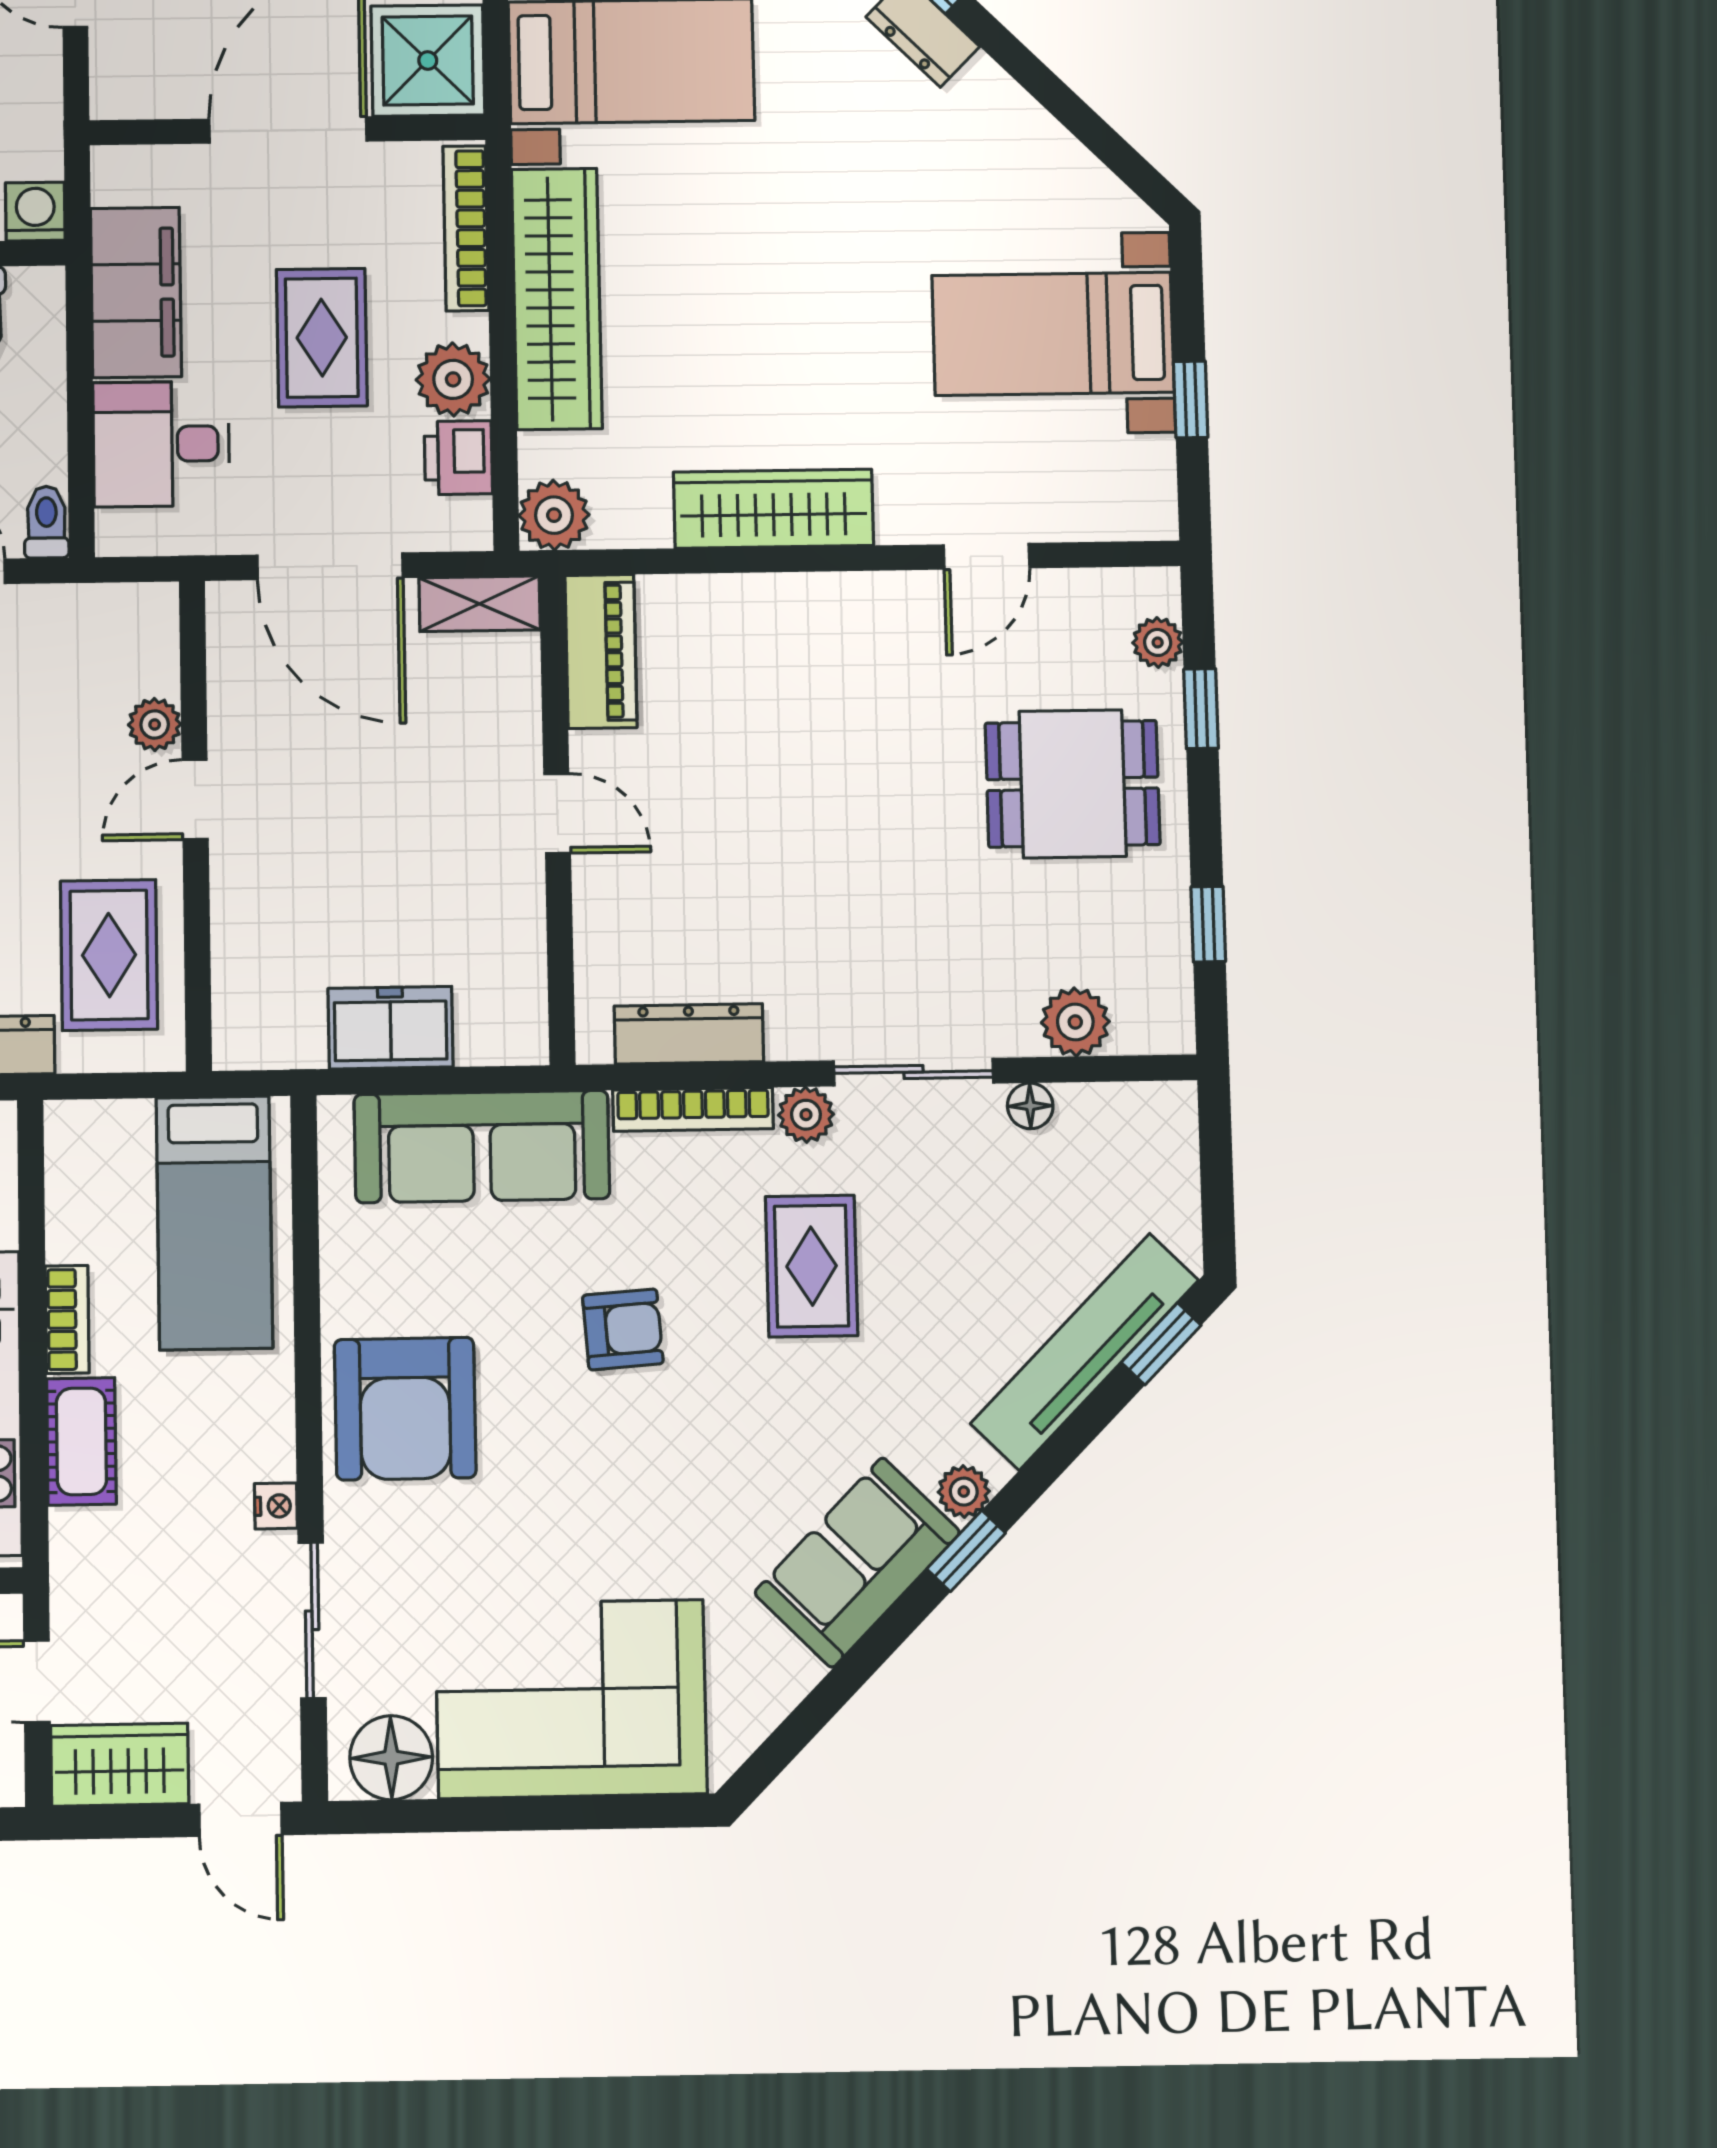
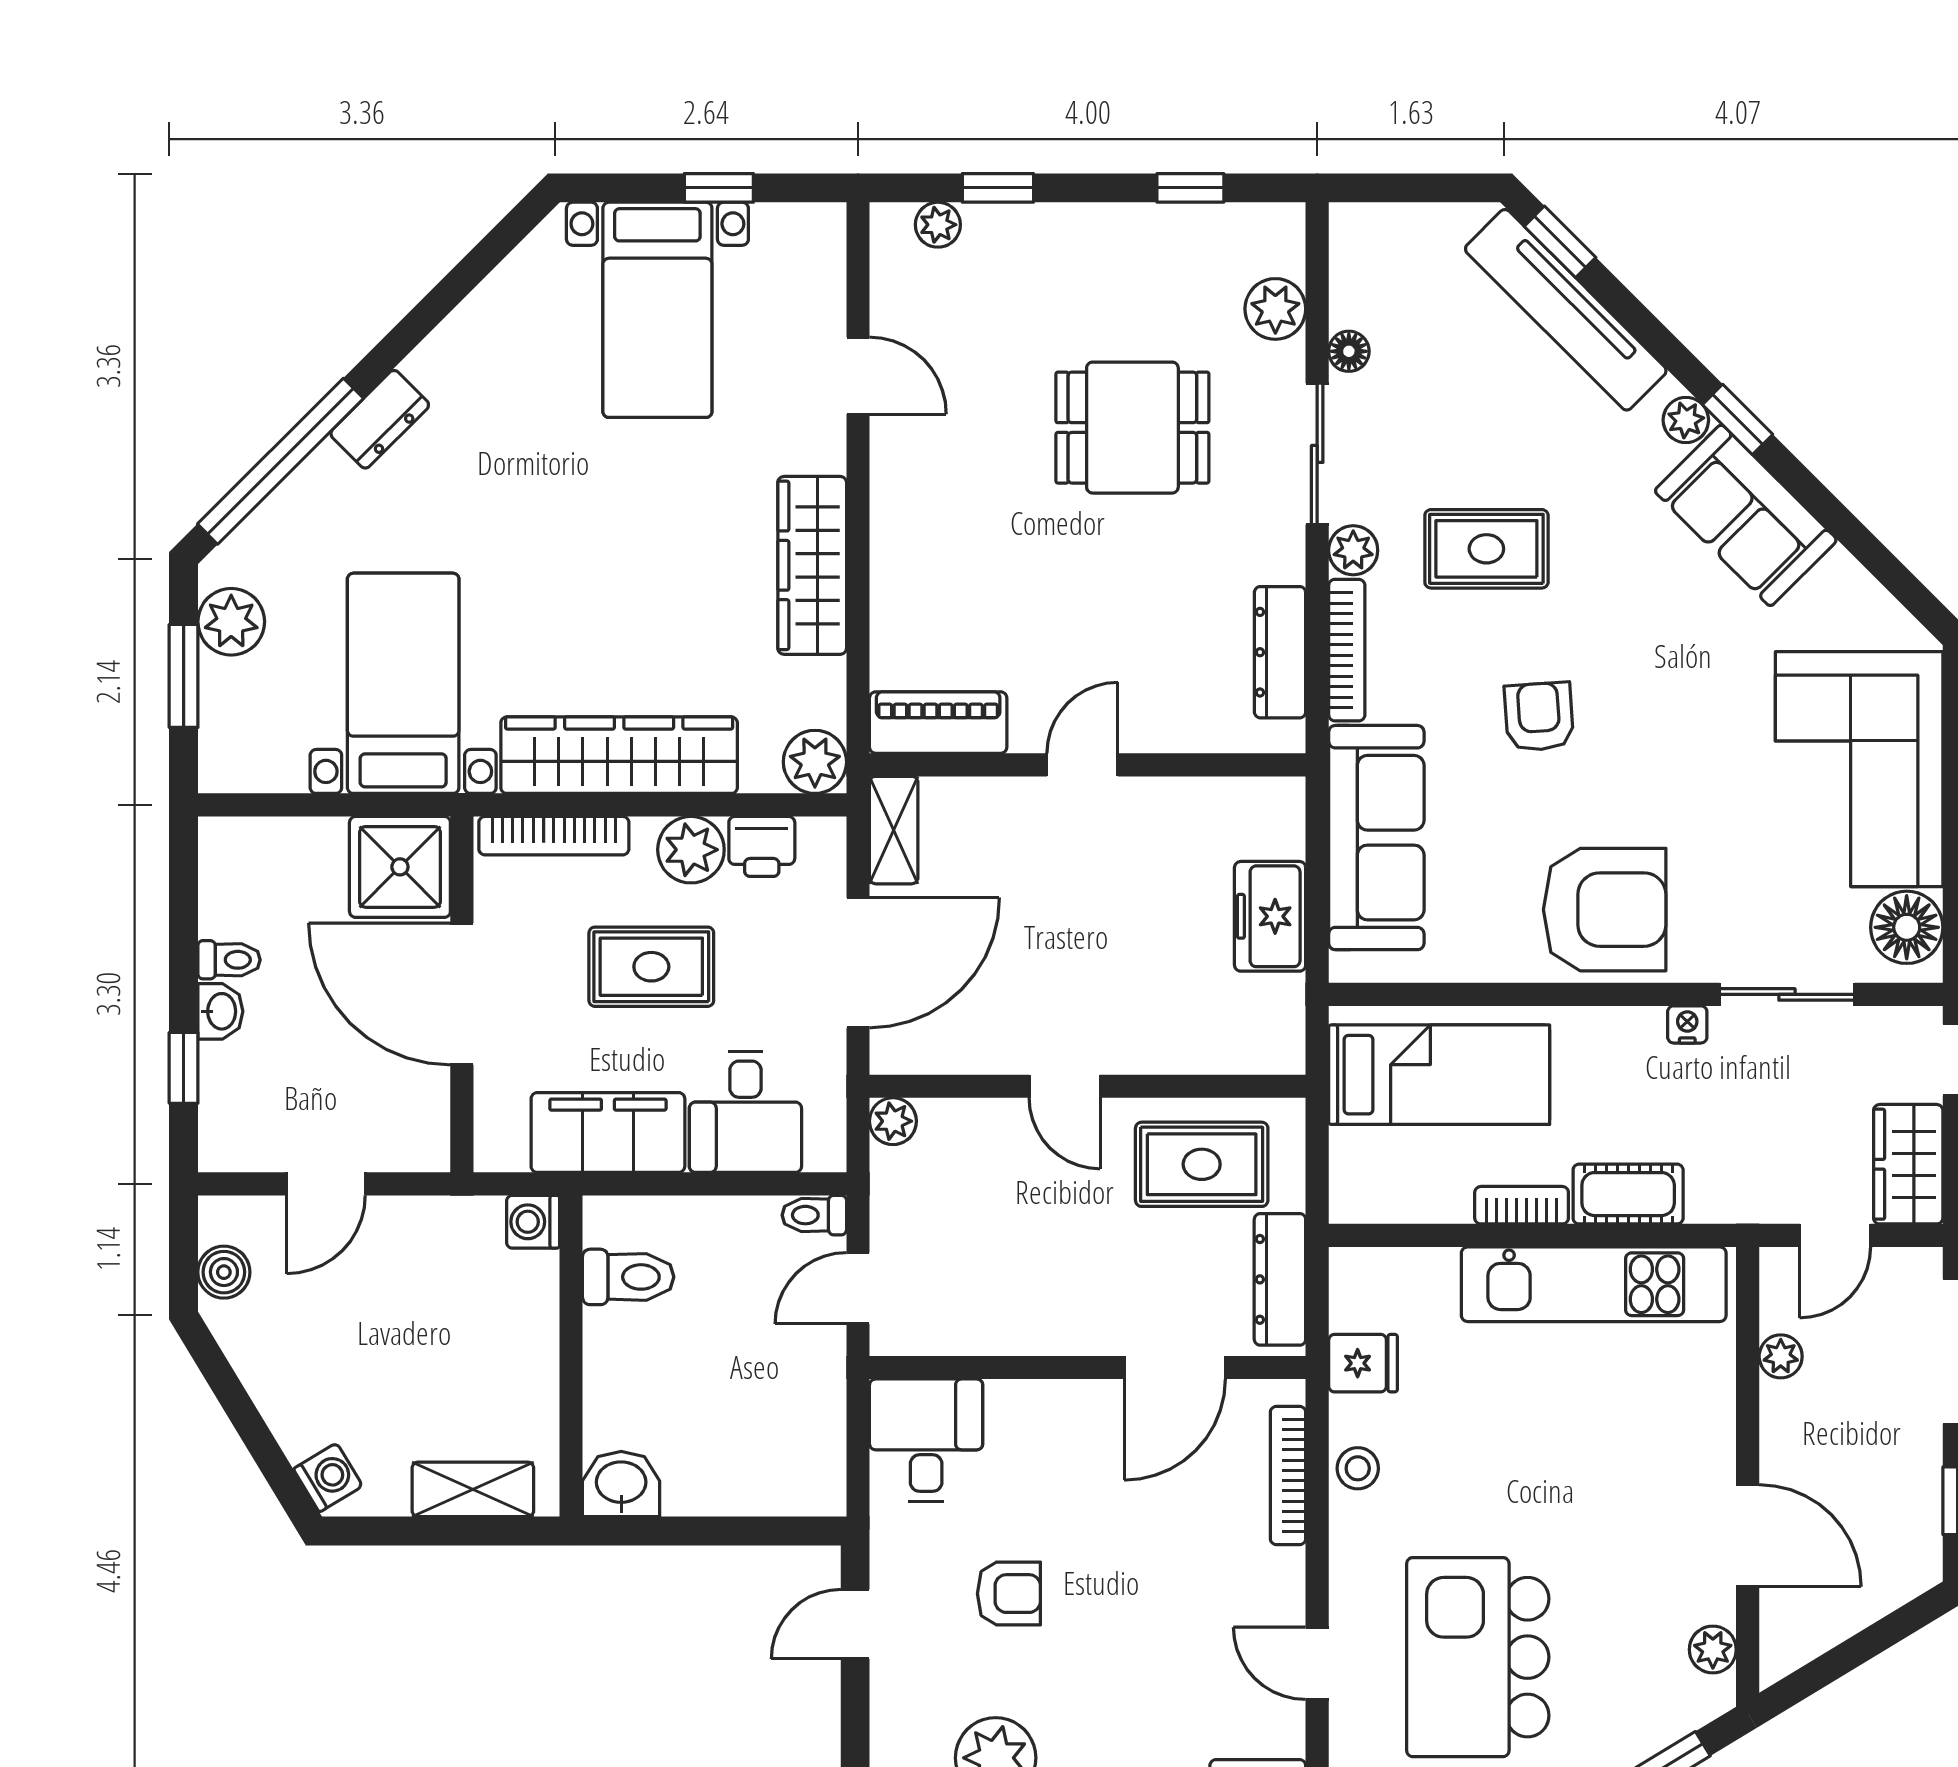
plant: (155, 724) -> (893, 1121), moved
dining table: (1073, 784) -> (1132, 428), moved, turned 90

